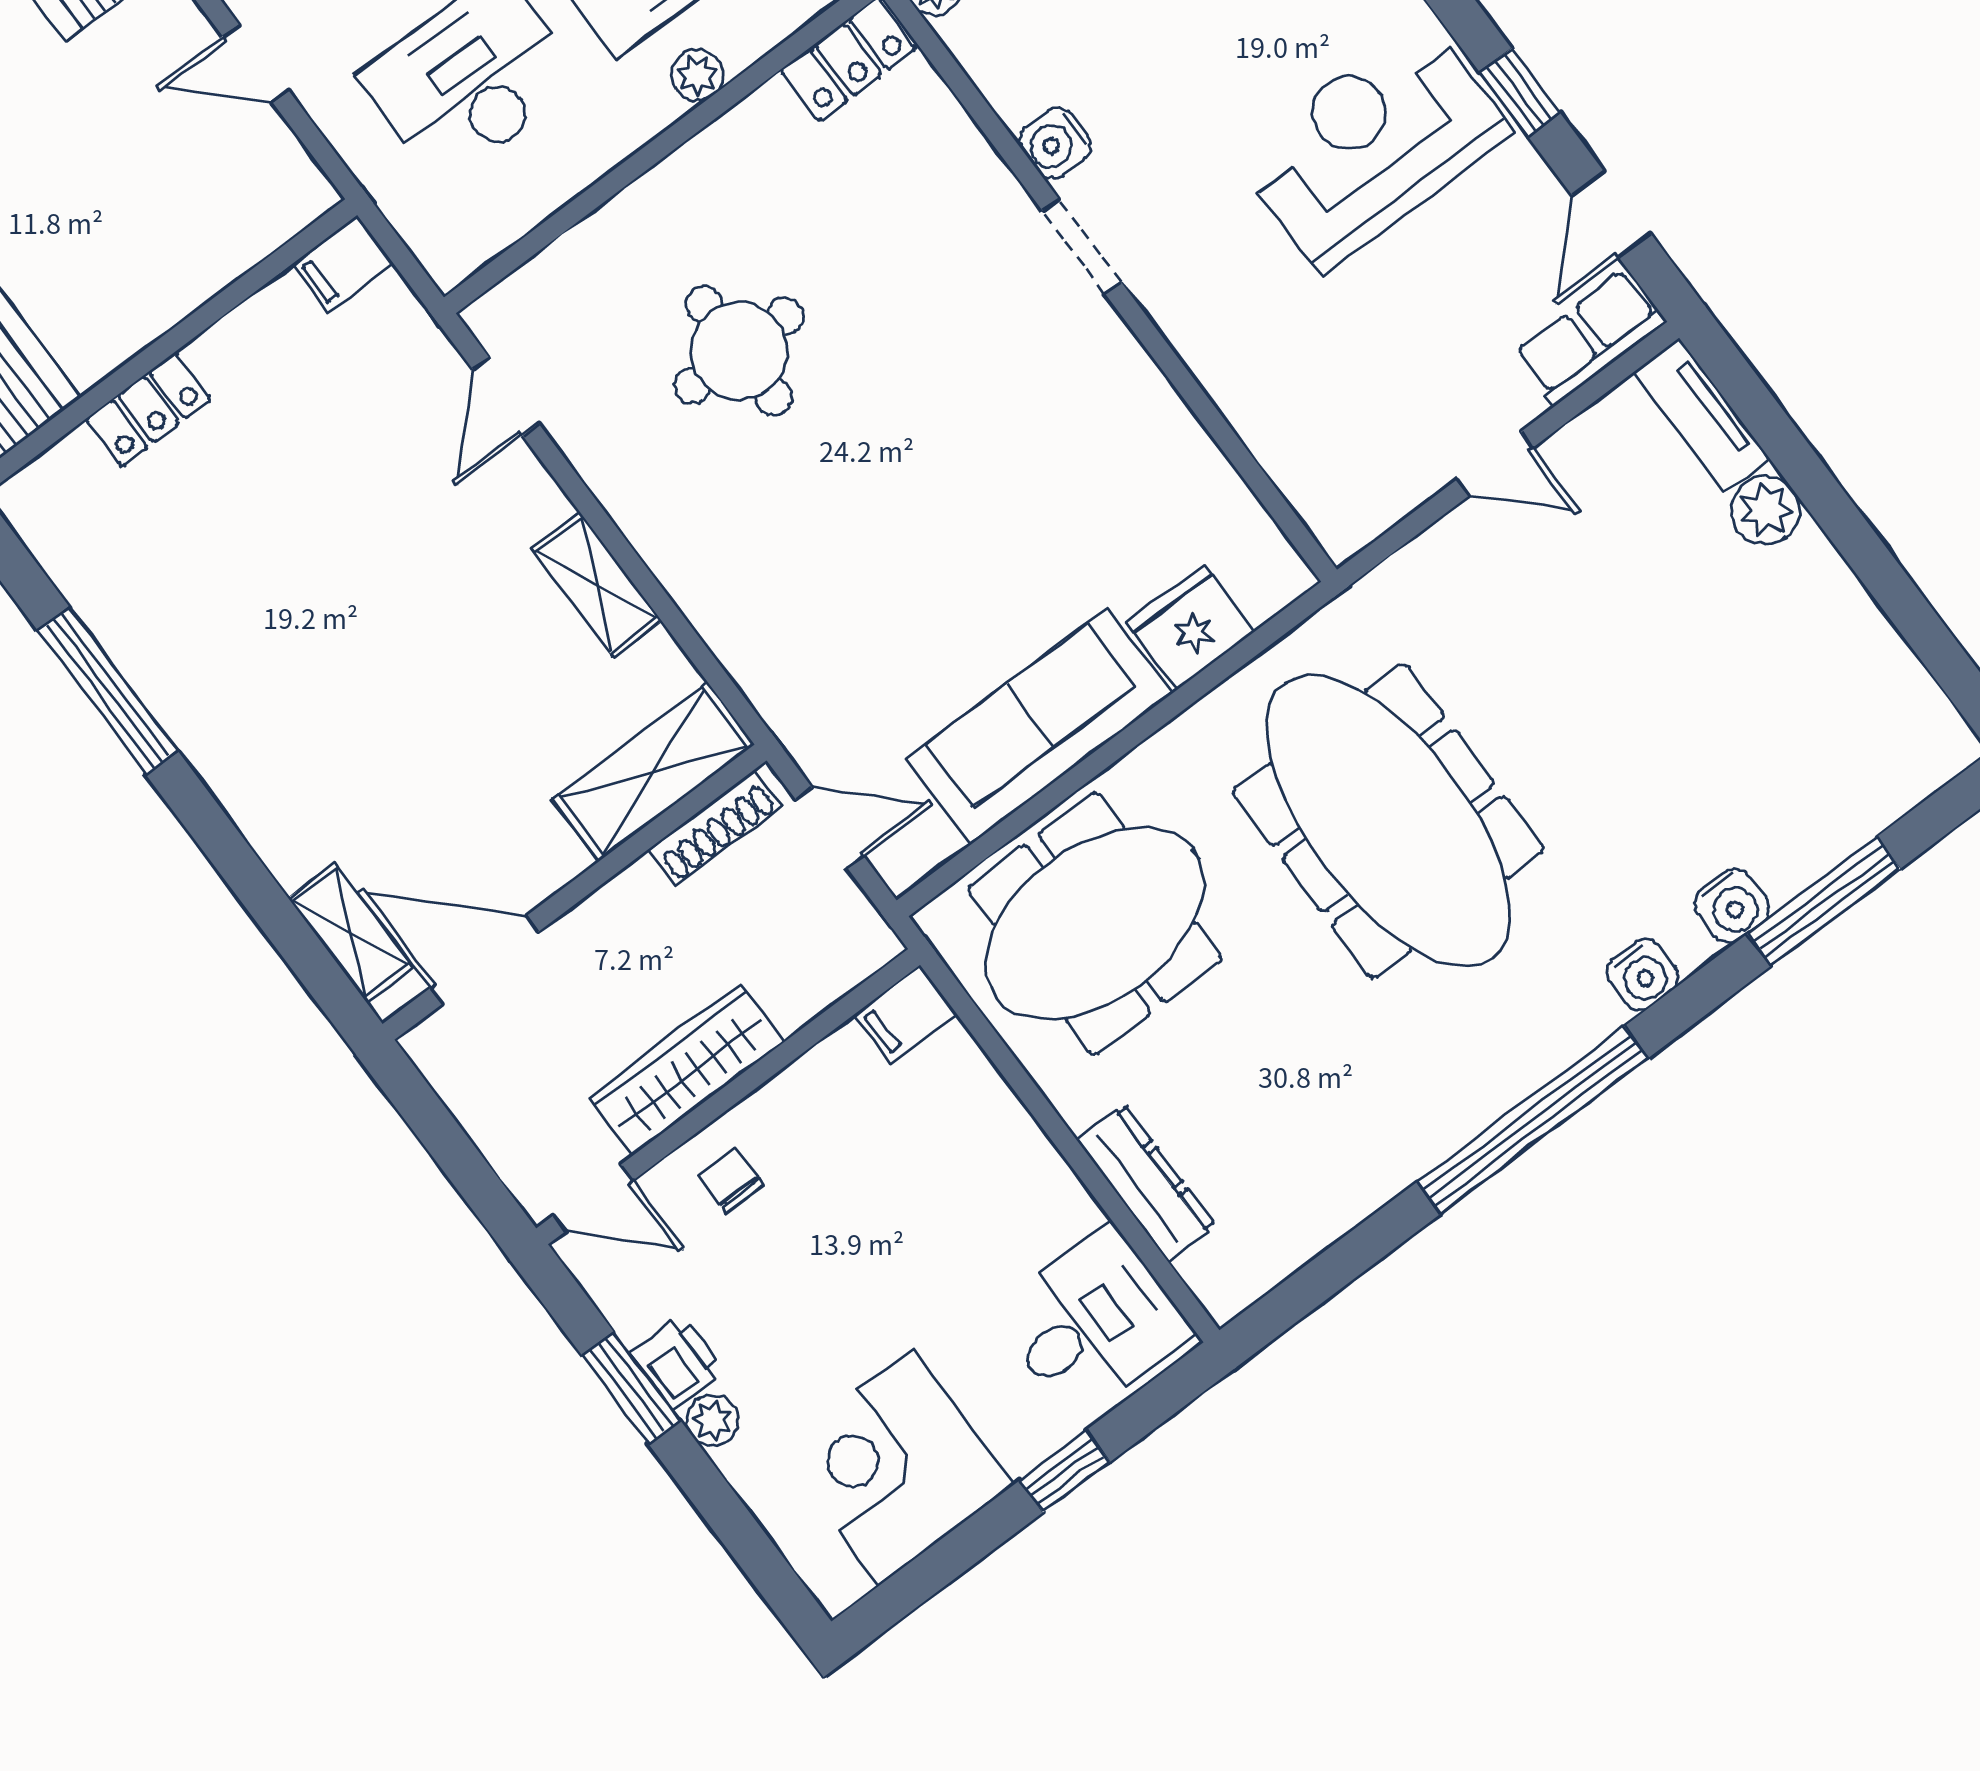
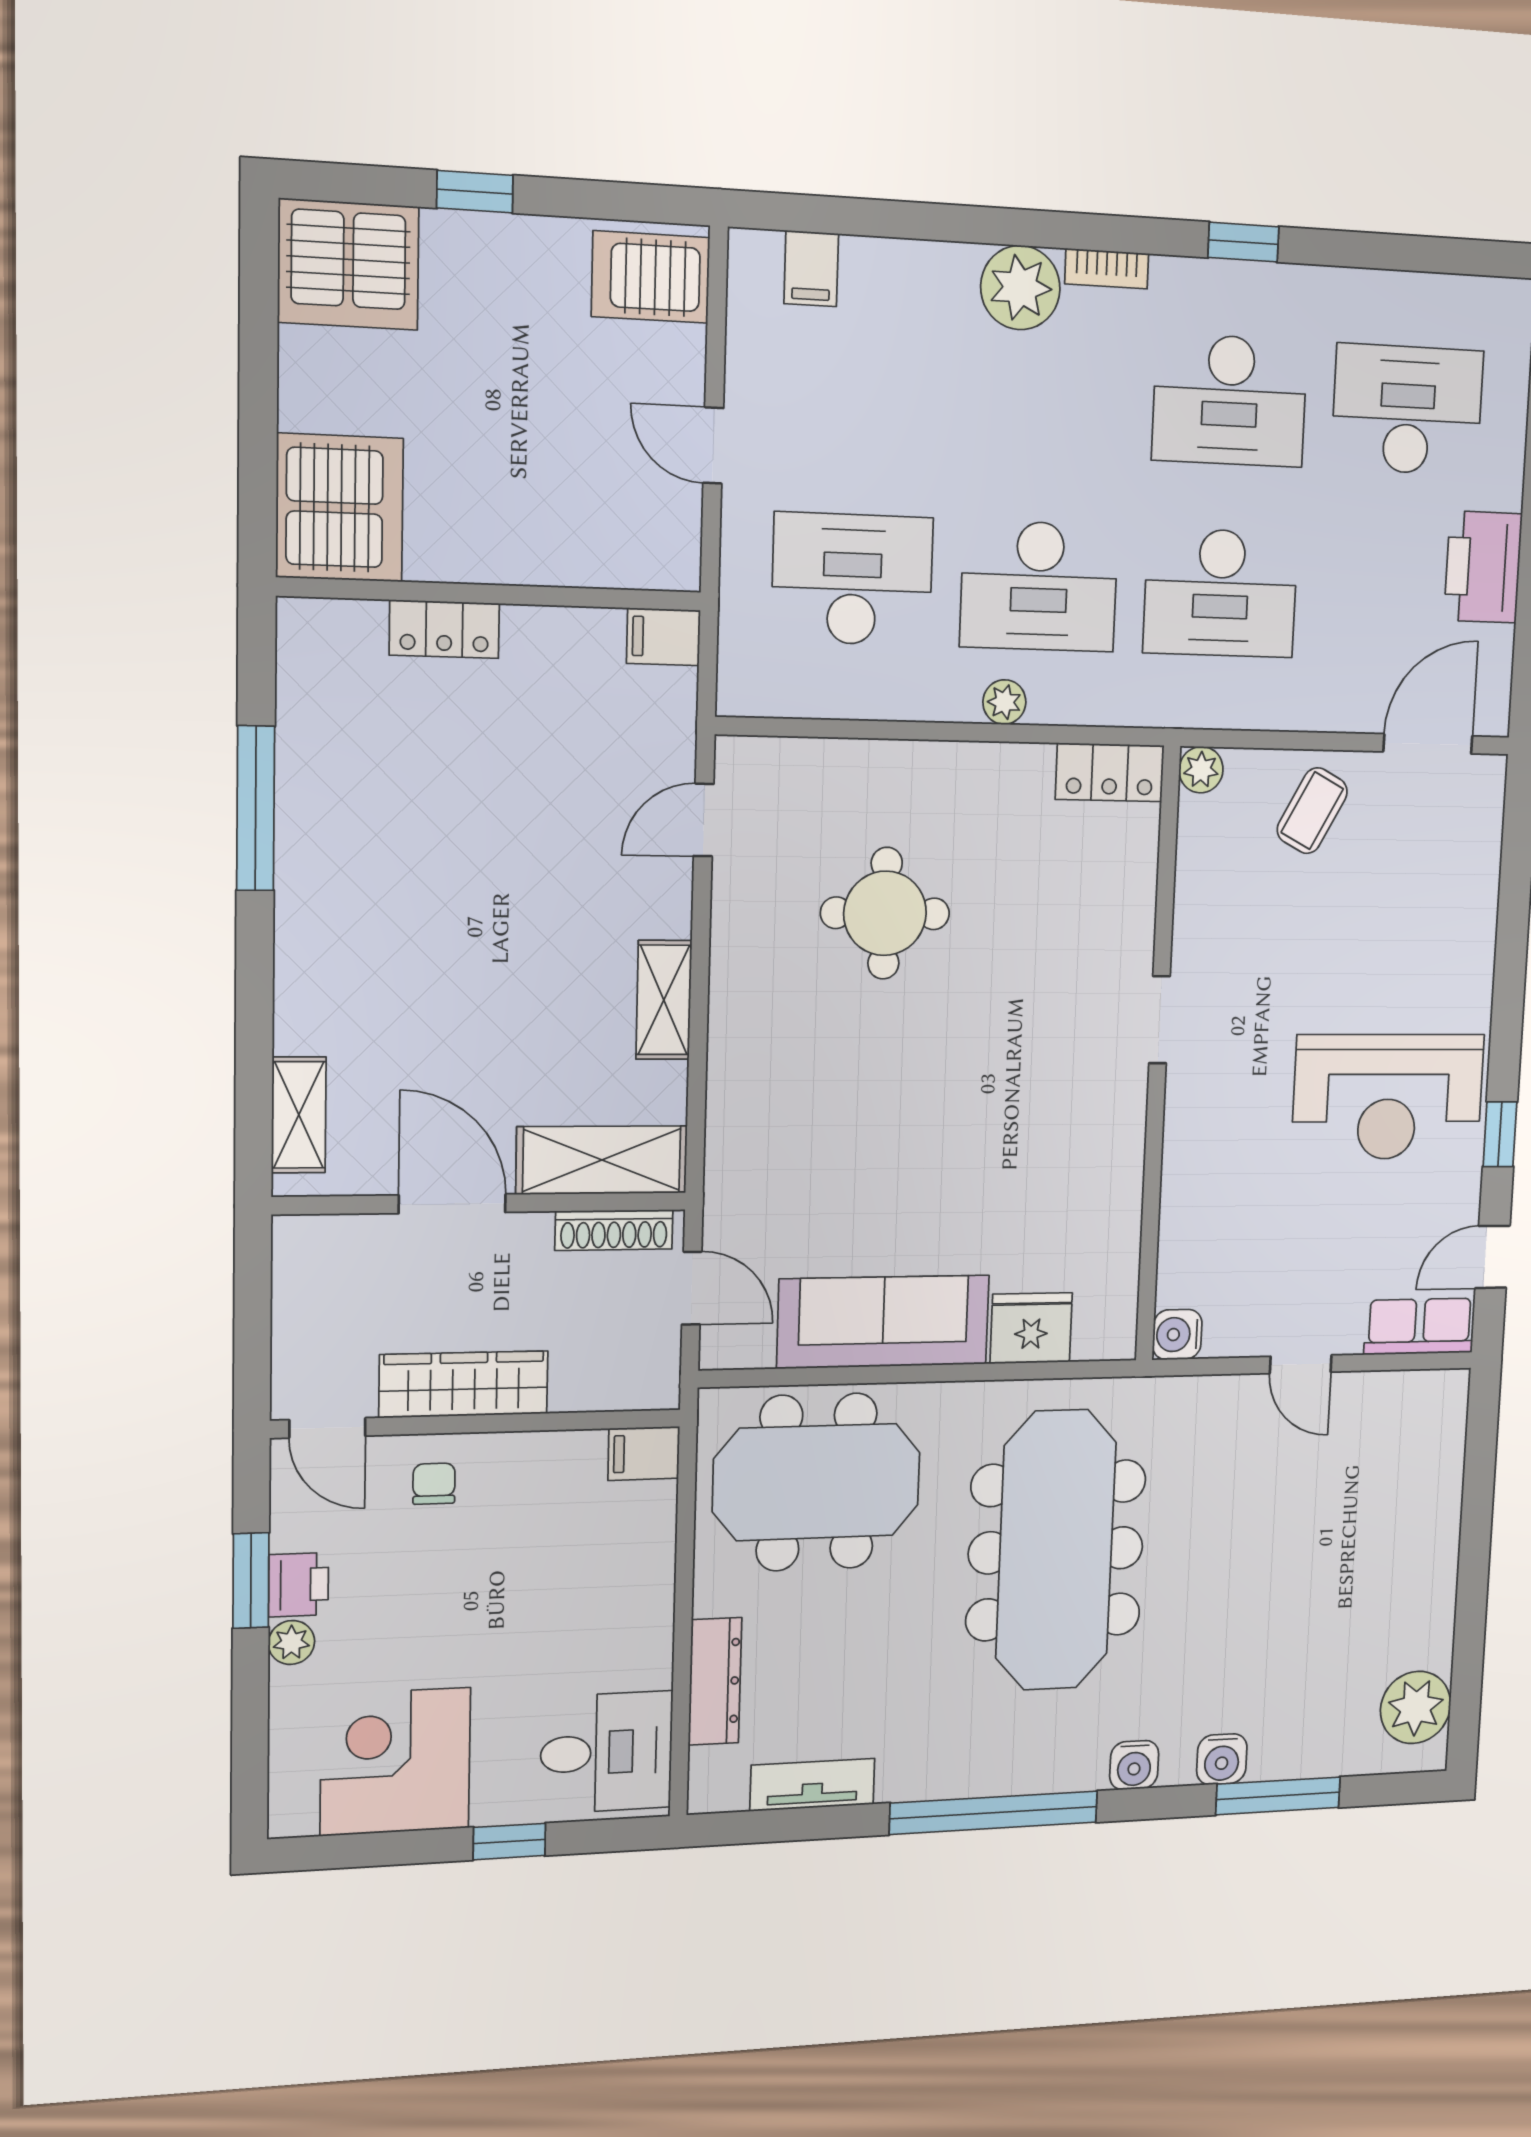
water cooler: (1055, 143) -> (1177, 1334), moved
reception desk: (1373, 144) -> (1388, 1097), turned 180
tv unit: (1701, 415) -> (812, 1785), moved, turned 90
plant: (1766, 510) -> (1416, 1707), moved, width x1.36, depth x1.36
door: (484, 960) -> (452, 1204), moved

